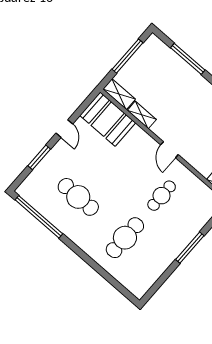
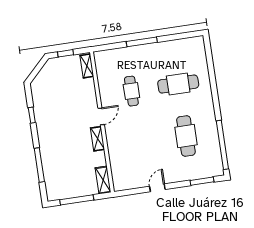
shelving: (142, 115) -> (98, 139), moved
booth: (108, 119) -> (124, 170), removed
window: (39, 157) -> (202, 181), moved
cafe table: (162, 196) -> (131, 91), turned 90

